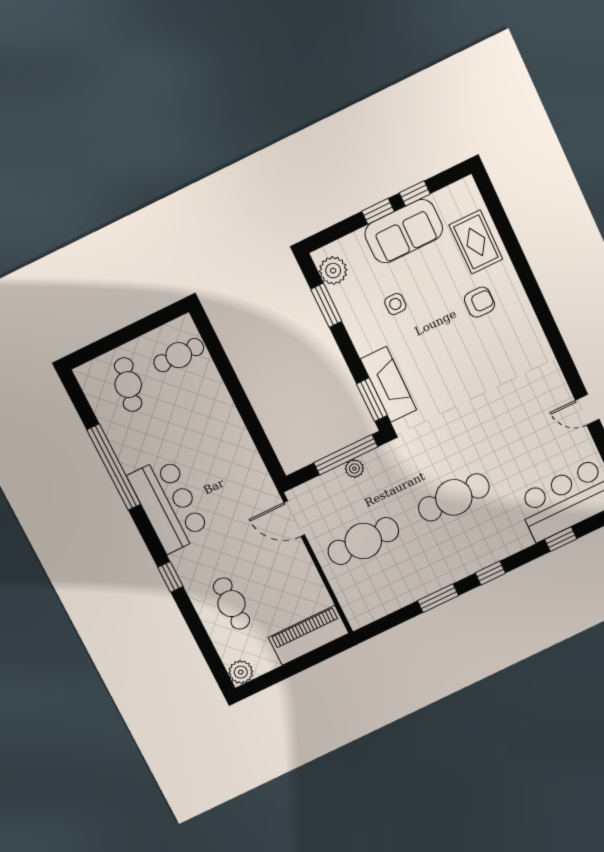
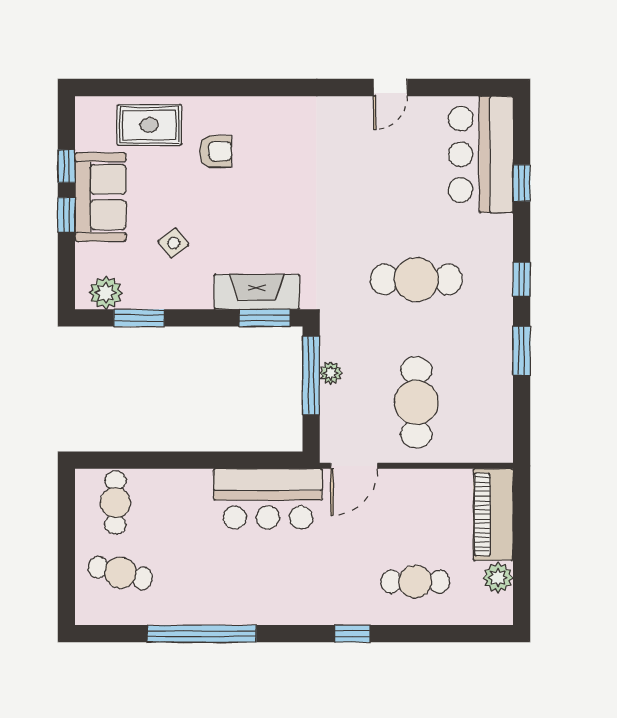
armchair: (479, 302) -> (216, 151), turned 90
side table: (395, 304) -> (174, 243), turned -36
cafe table: (454, 497) -> (416, 279), turned 90
bar counter: (169, 505) -> (268, 499), moved, turned 180
plant: (241, 672) -> (498, 578), moved

